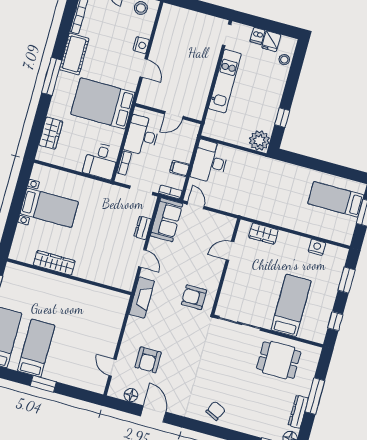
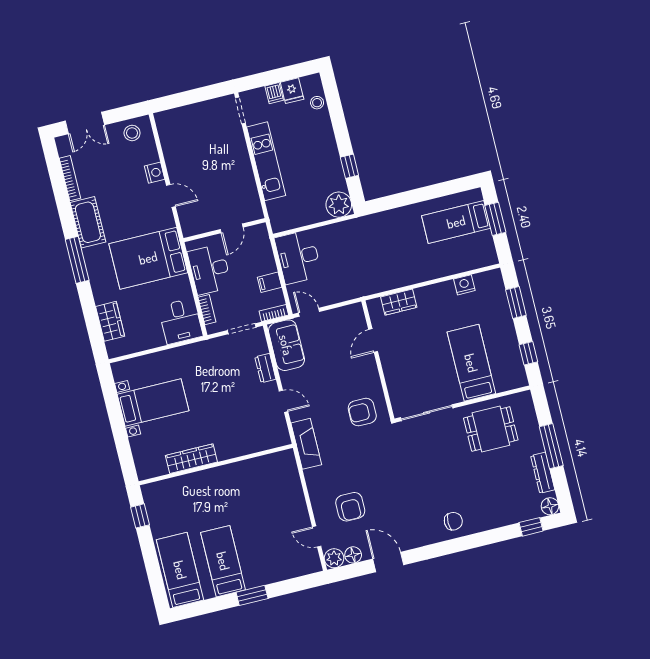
plant: (116, 390) -> (334, 558), added
chair: (216, 411) -> (453, 521), turned 65

